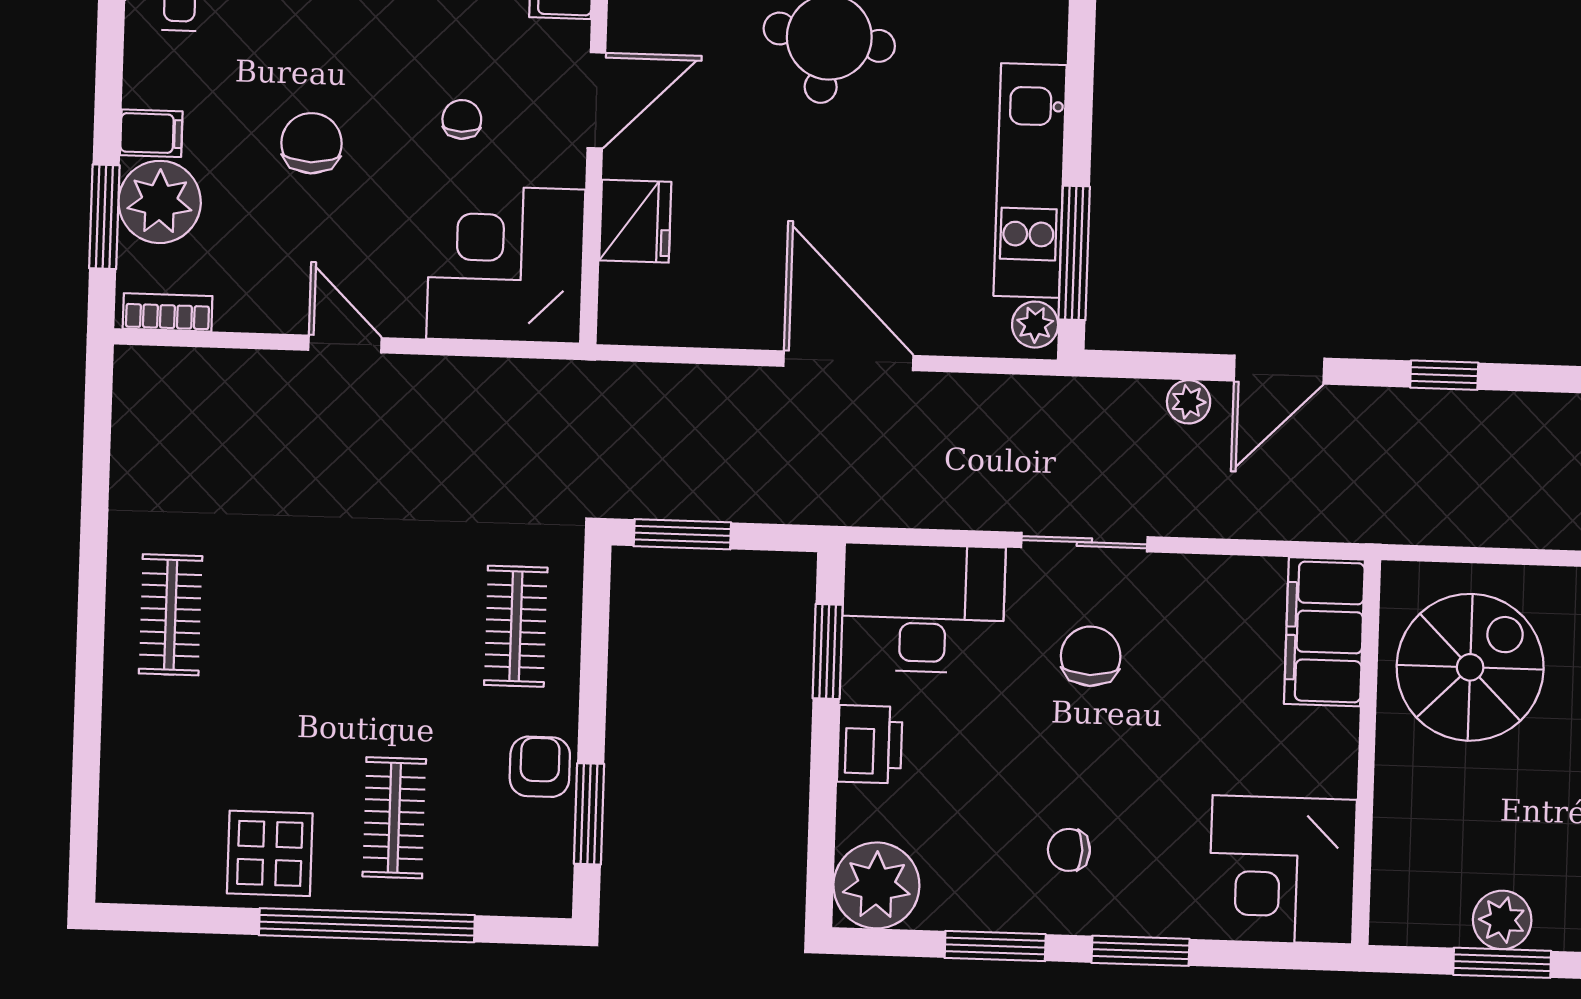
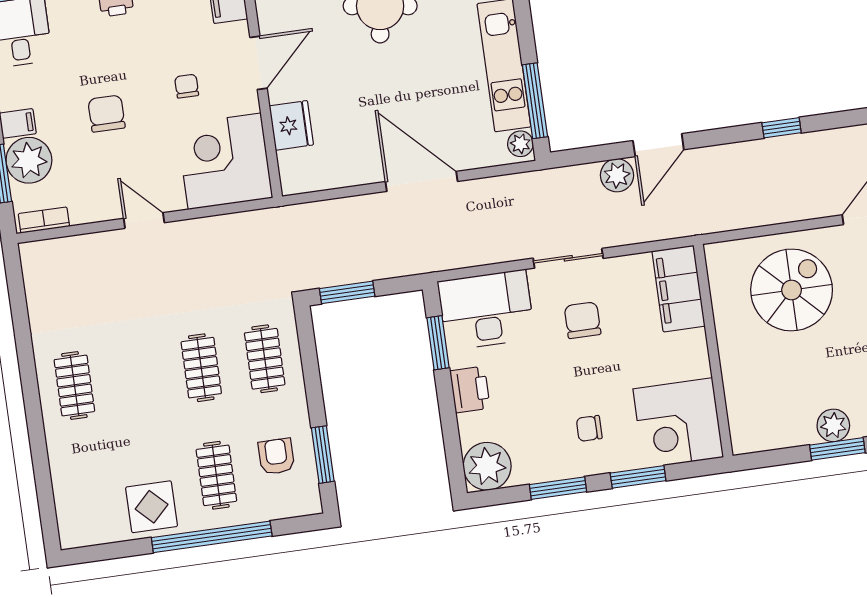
window: (1444, 375) -> (782, 128), moved
plant: (1189, 402) -> (617, 175), width x1.38, depth x1.38
clothes rail: (401, 622) -> (201, 368), added
filing cabinet: (1324, 632) -> (678, 289), moved
wall: (1367, 752) -> (713, 351), moved
armchair: (540, 767) -> (276, 456), moved
corner desk: (1282, 870) -> (678, 423), moved

